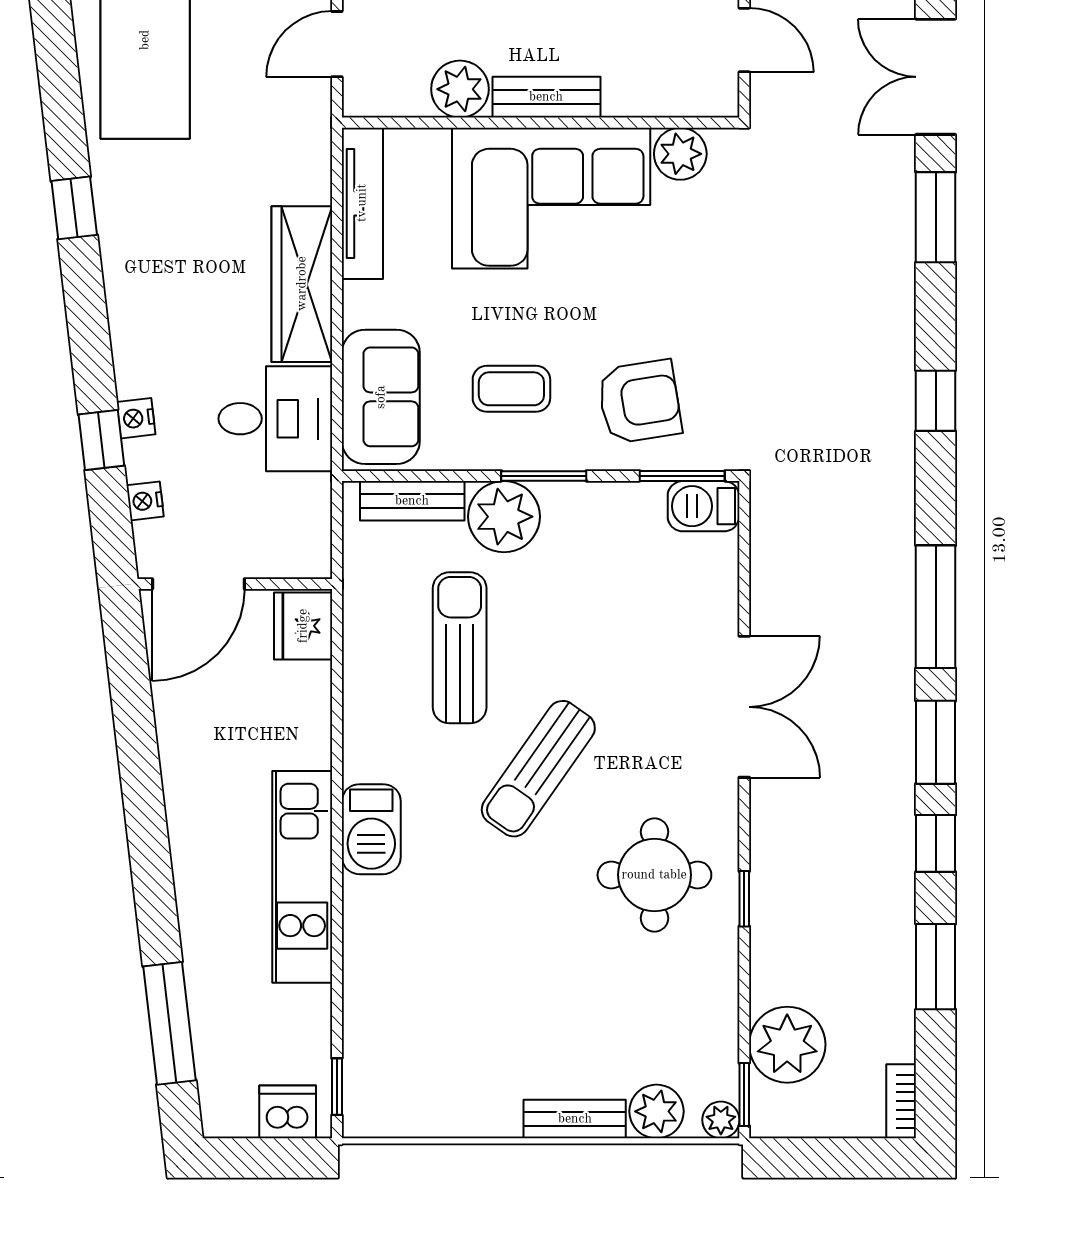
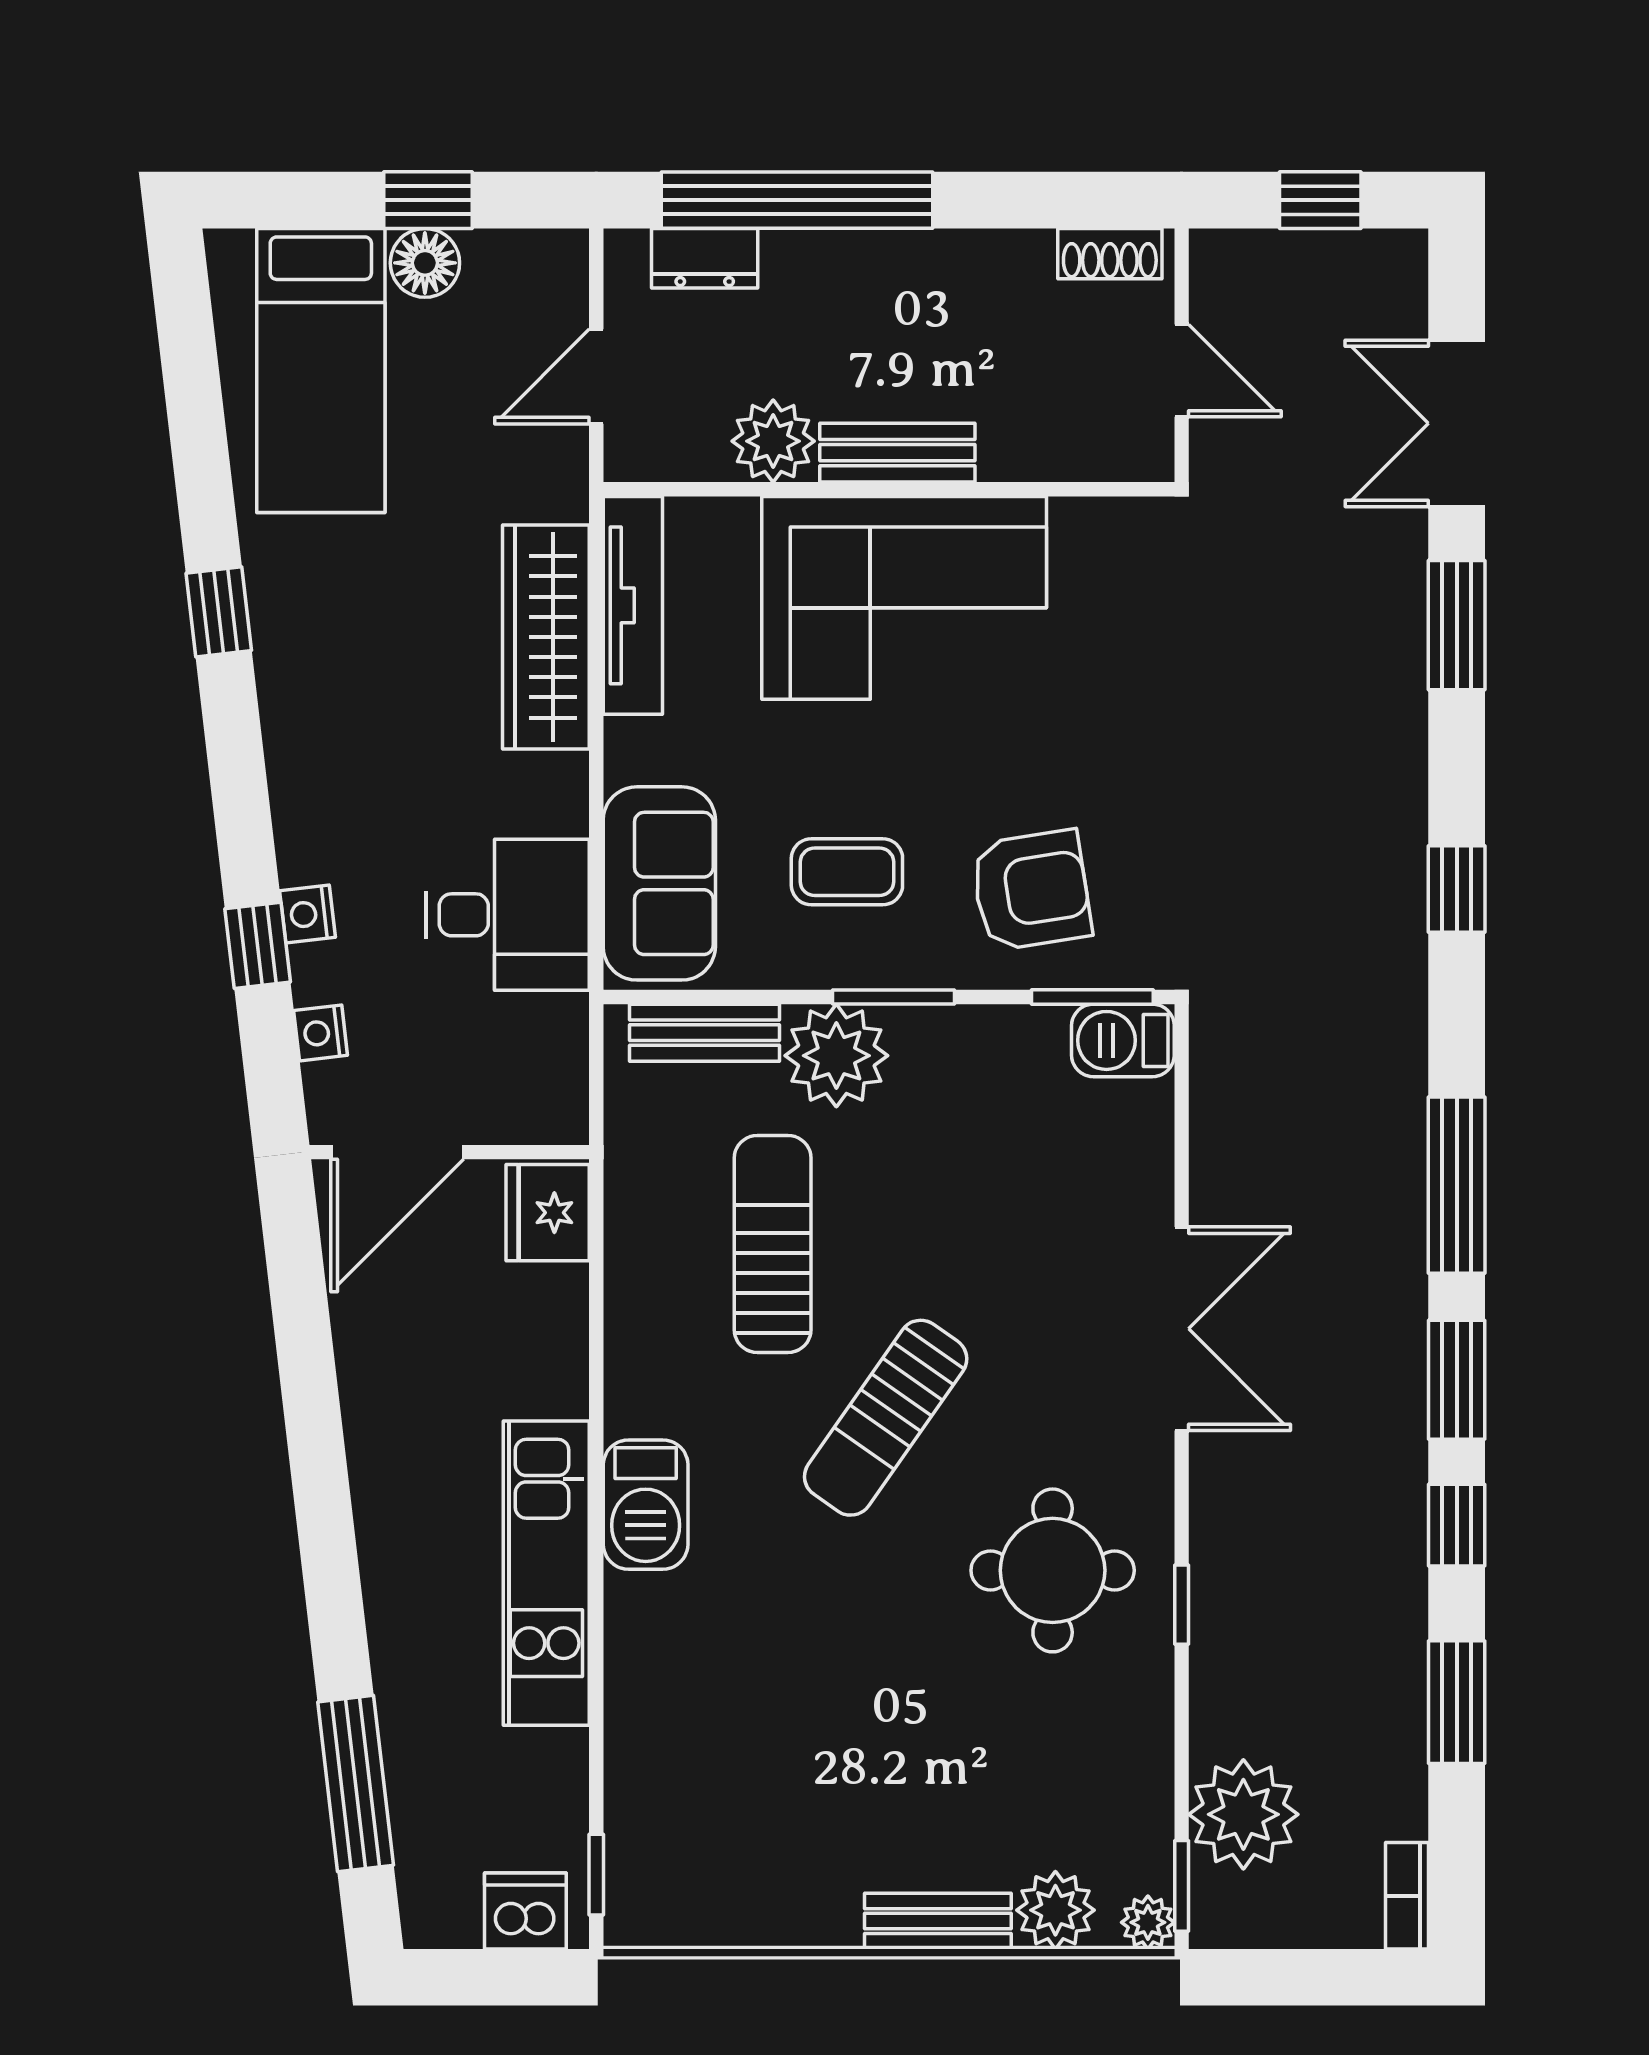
plant: (680, 154) -> (1090, 534), removed
wardrobe: (302, 284) -> (546, 637), moved

